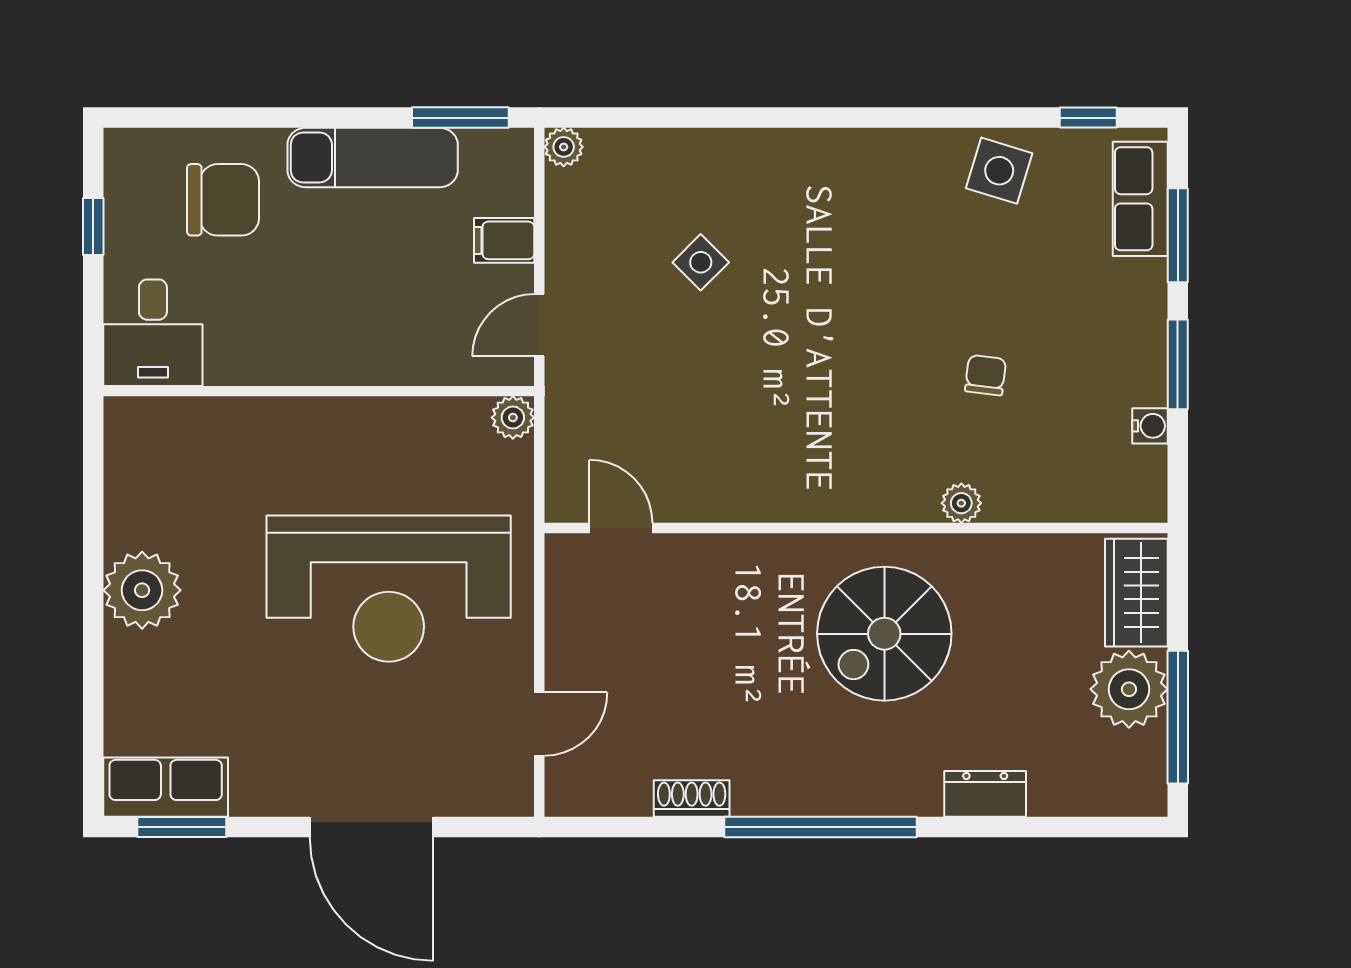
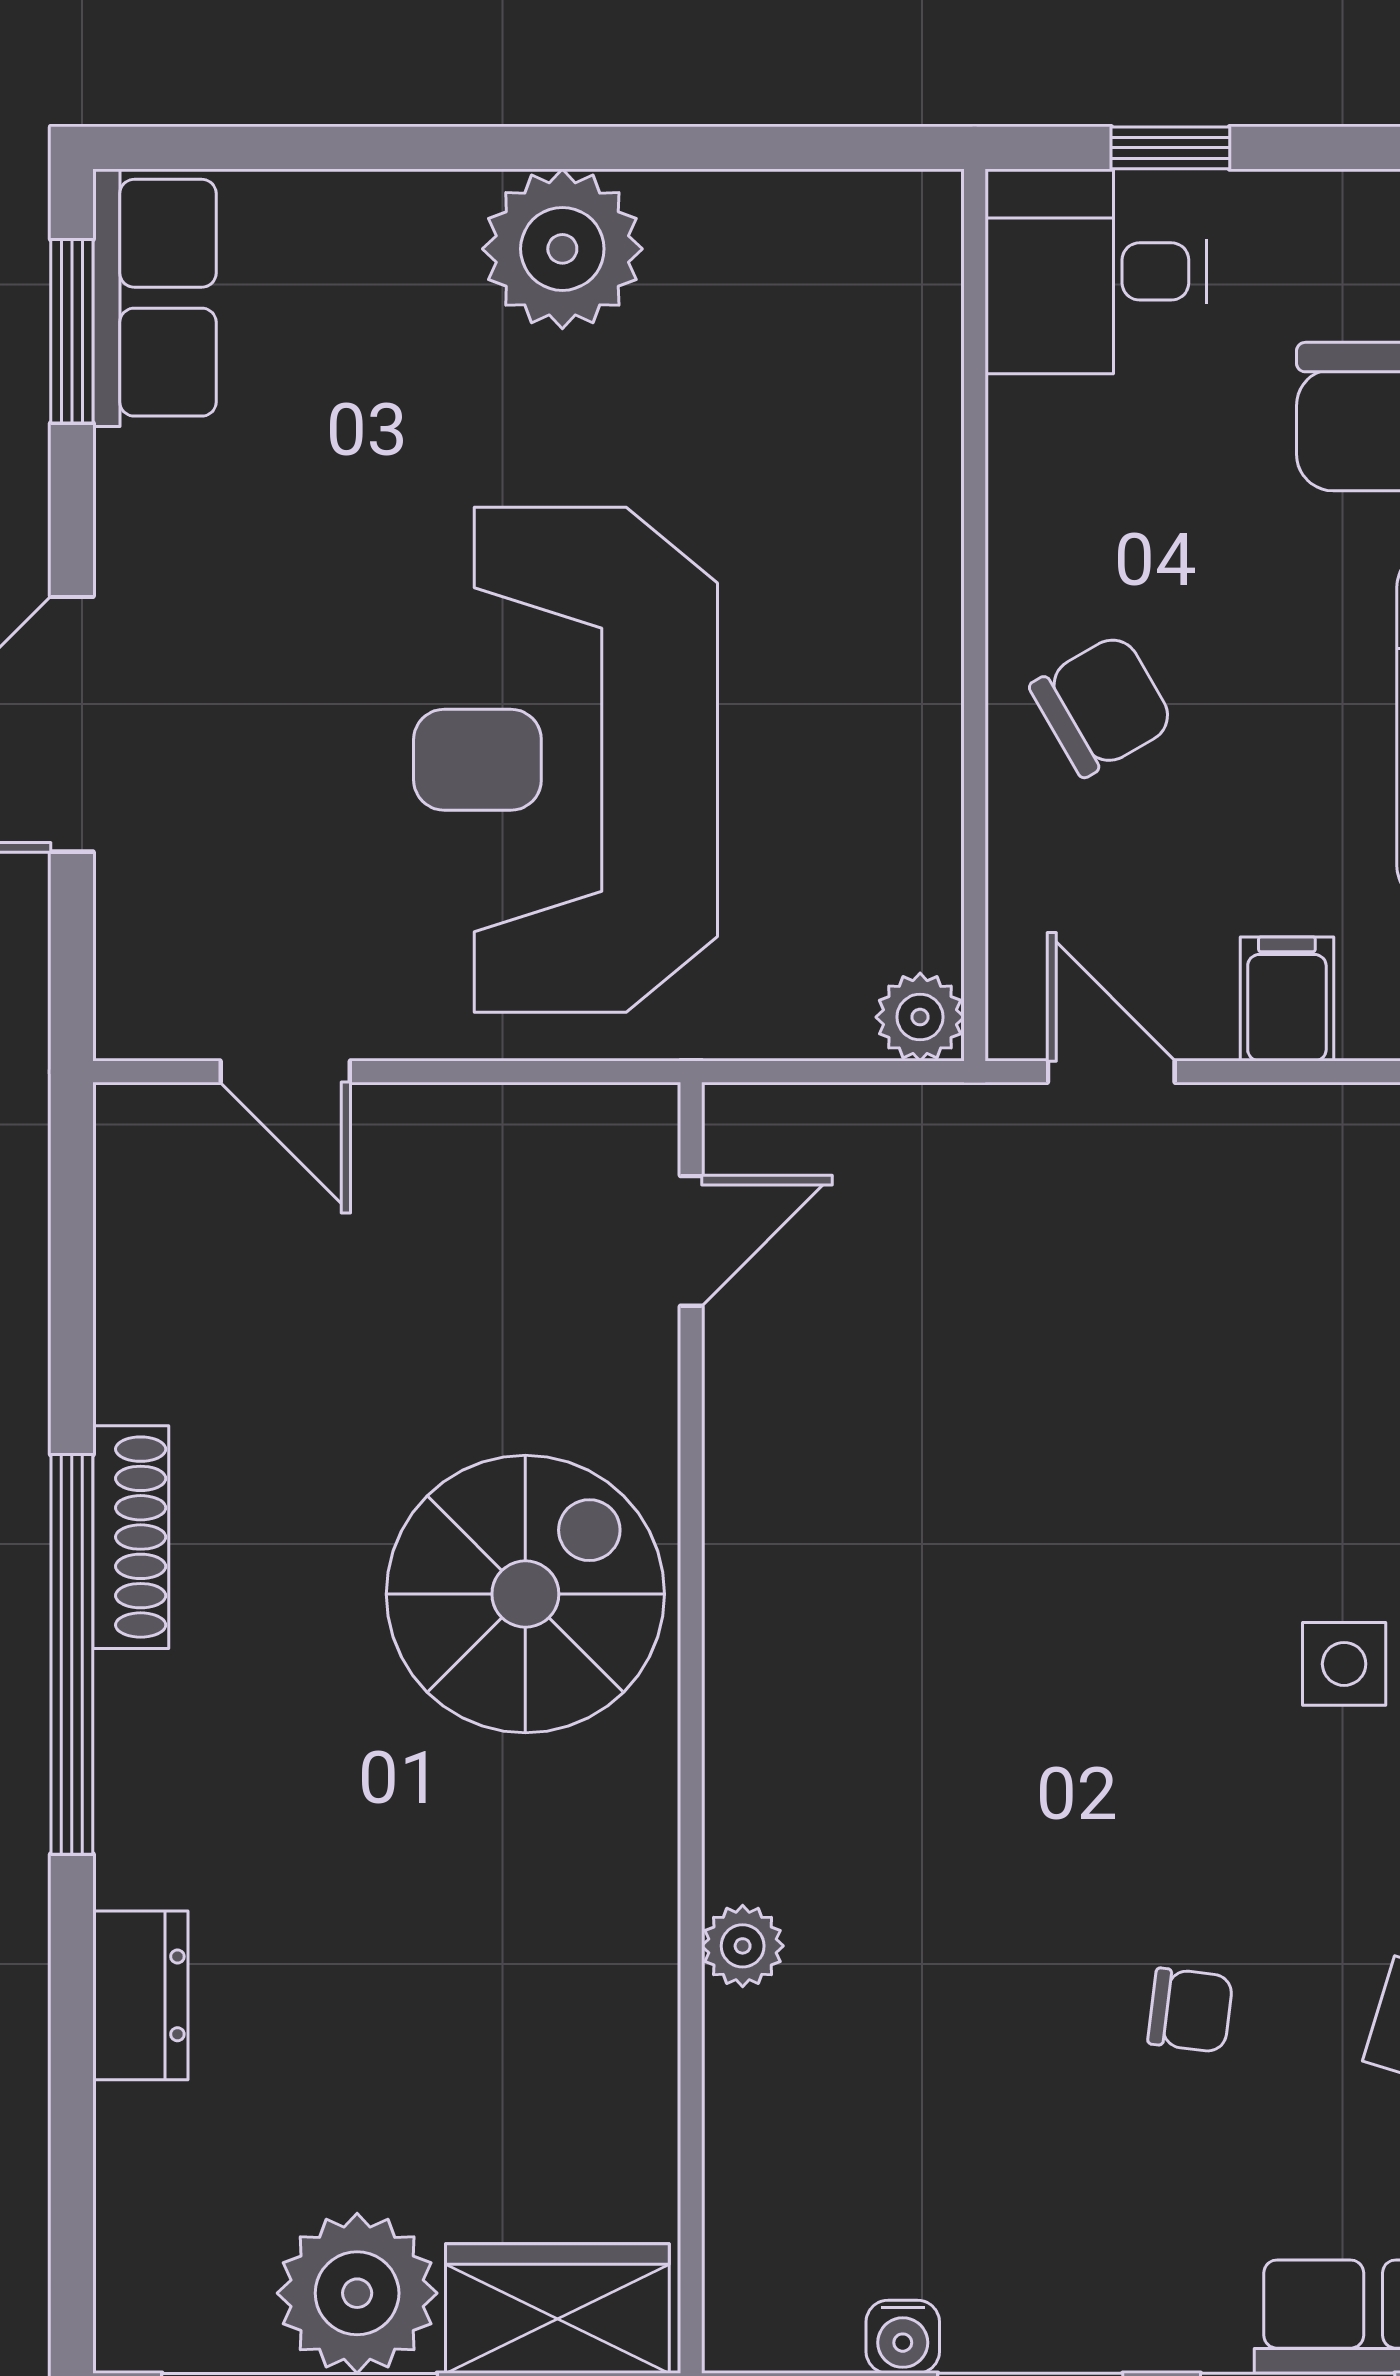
window: (93, 226) -> (1170, 148), moved
side table: (701, 262) -> (1344, 1664), moved, turned 45
chair: (362, 330) -> (1102, 705), added
chair: (986, 375) -> (1190, 2010), moved
spiral stairs: (884, 634) -> (525, 1594), moved, turned 90
shoe rack: (692, 799) -> (131, 1537), moved, width x1.43

